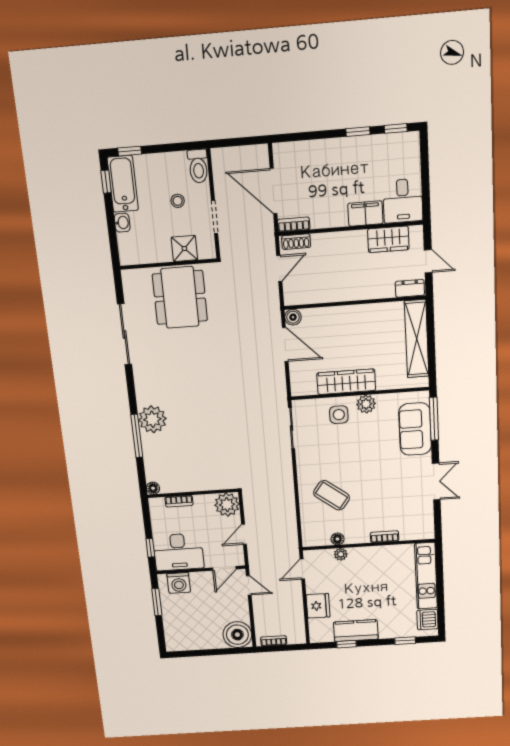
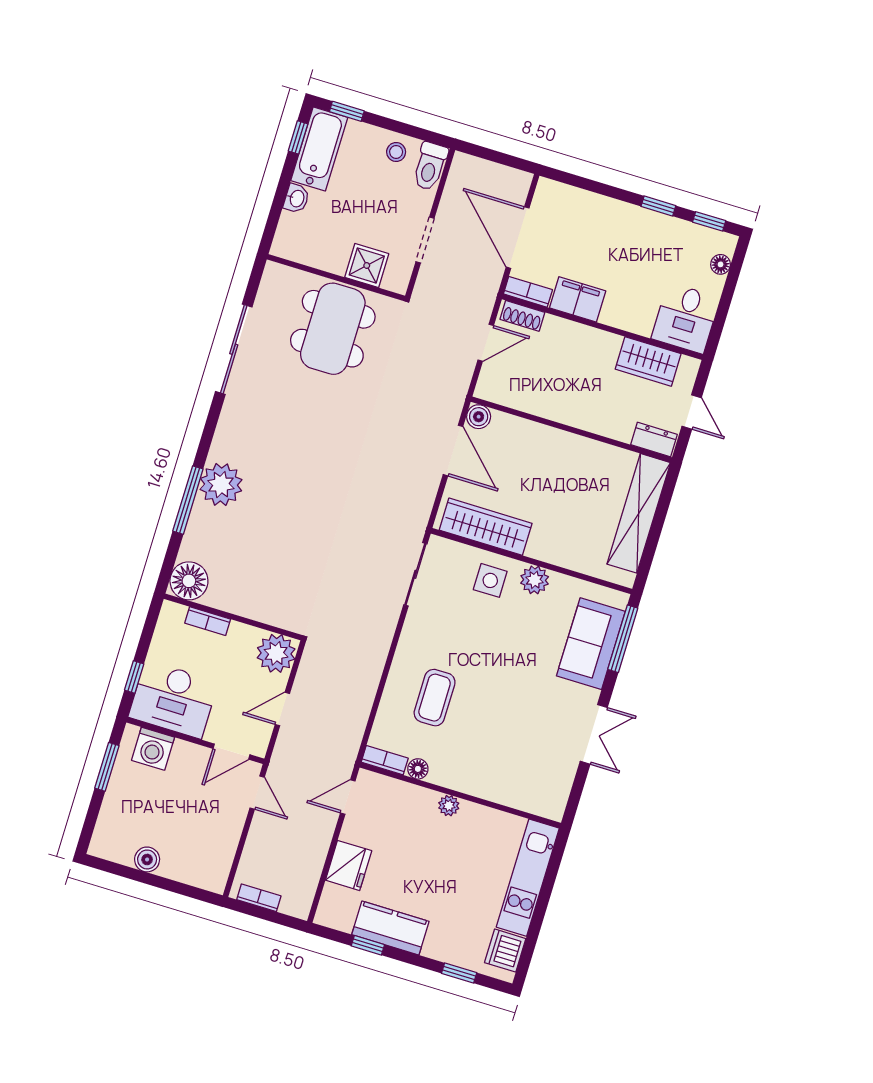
floor lamp: (413, 155) -> (721, 264), added
stool: (178, 201) -> (396, 152), moved
filing cabinet: (365, 214) -> (578, 299), moved
wardrobe: (346, 382) -> (486, 527), moved
floor lamp: (153, 488) -> (189, 581), width x1.89, depth x1.89
coffee table: (332, 495) -> (435, 698), turned 53
bookcase: (385, 537) -> (385, 760), moved
plant: (341, 554) -> (449, 806), moved
boiler: (237, 635) -> (147, 859), moved, width x0.54, depth x0.54

